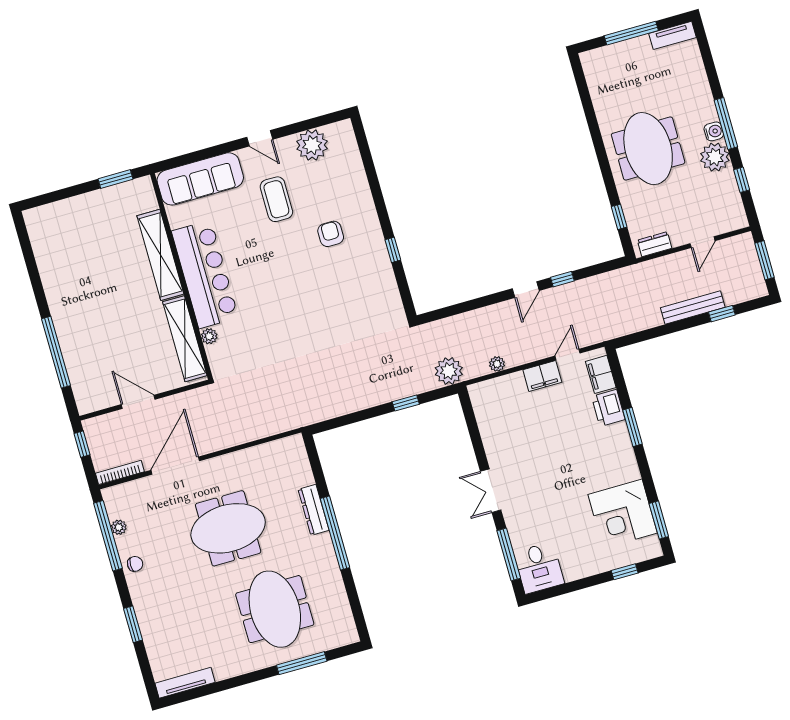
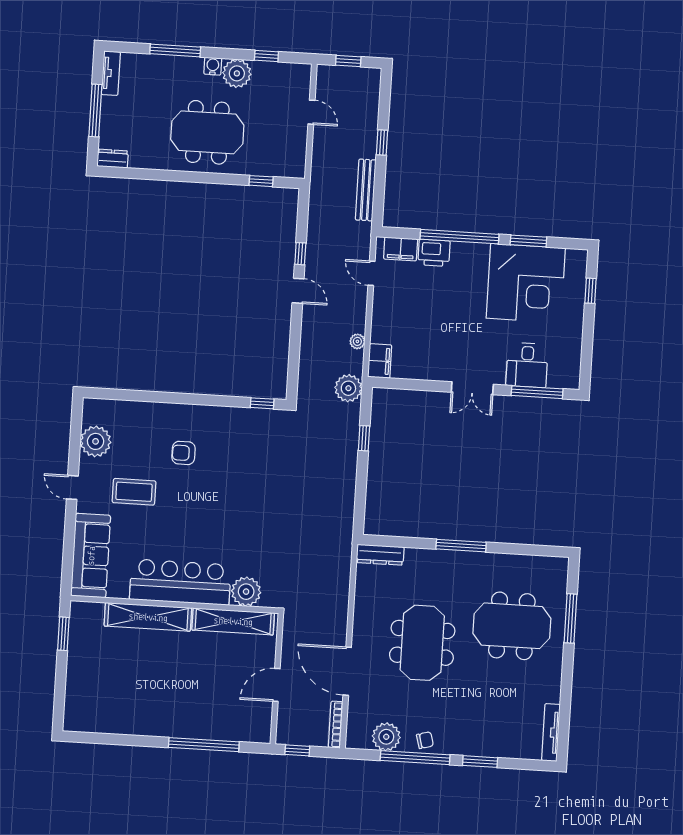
window: (726, 124) -> (175, 50), moved
door: (260, 138) -> (72, 487), swing flipped
dresser: (655, 244) -> (113, 159), moved, turned 90
window: (393, 250) -> (262, 403), moved
window: (764, 260) -> (348, 61), width x0.67
bench: (693, 308) -> (366, 190), moved
window: (722, 314) -> (382, 142), moved
plant: (209, 336) -> (246, 592), width x1.88, depth x1.88
filing cabinet: (542, 376) -> (380, 361), moved
window: (632, 427) -> (459, 237), width x2.11
dresser: (313, 510) -> (380, 555), moved
corner desk: (623, 514) -> (526, 283), width x1.36, depth x1.36
window: (659, 520) -> (528, 241), moved
plant: (119, 527) -> (386, 737), width x1.88, depth x1.88
window: (335, 533) -> (461, 546), width x0.68
window: (108, 536) -> (415, 758), moved
chair: (135, 564) -> (425, 740), turned 75
desk: (539, 568) -> (527, 365), moved, turned 90

